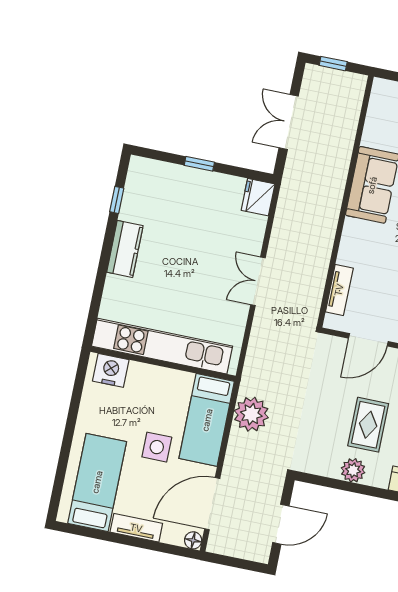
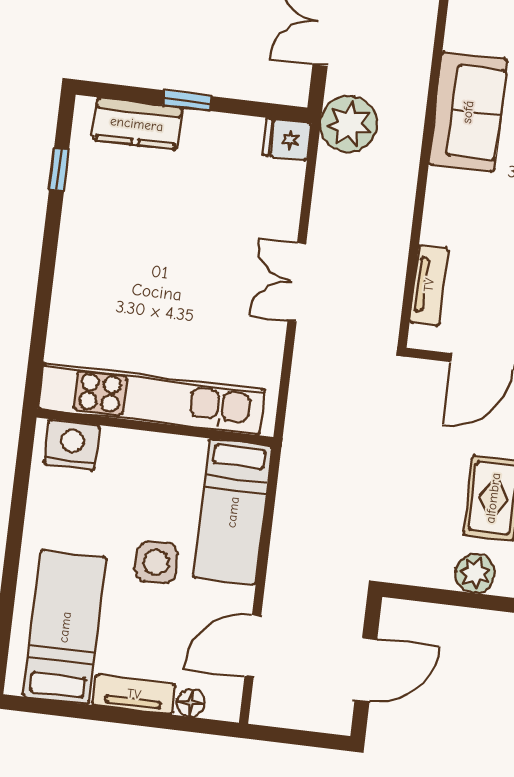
fridge: (258, 197) -> (287, 139), width x0.72
kitchen counter: (125, 249) -> (137, 124), moved, turned 90
plant: (251, 414) -> (349, 124), moved
door: (212, 504) -> (253, 646), width x0.73
floor lamp: (193, 540) -> (190, 703), moved

